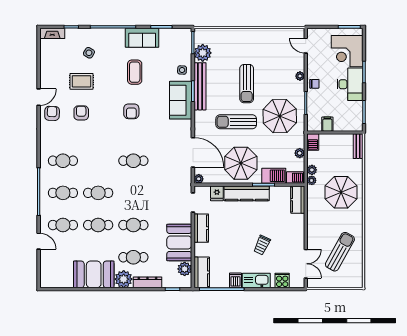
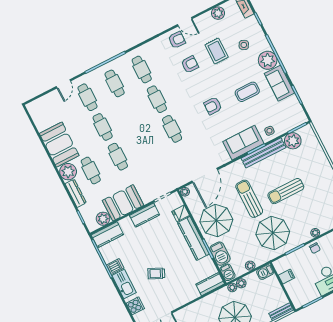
plant: (115, 38) -> (268, 60), added
plant: (47, 62) -> (218, 13), added
cafe table: (98, 193) -> (157, 99), moved

